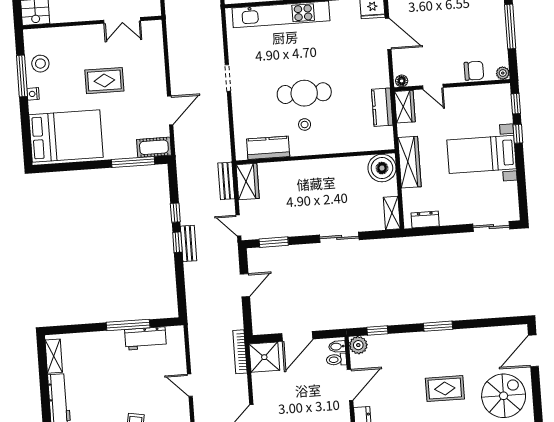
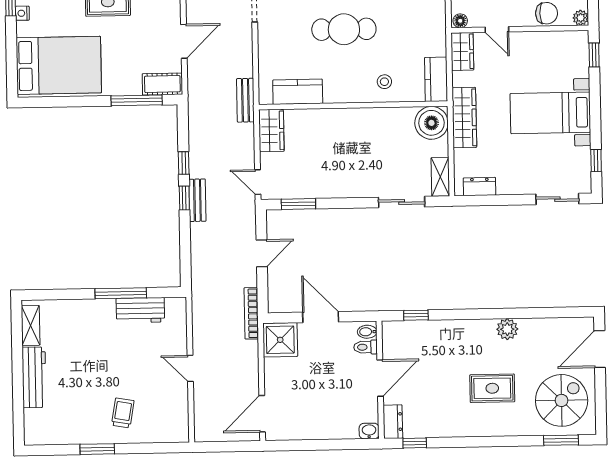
kitchen counter: (382, 107) -> (436, 79), moved
stool: (305, 124) -> (384, 82), moved
window: (518, 134) -> (596, 160), moved
bench: (226, 181) -> (245, 100), moved
sliding door: (339, 237) -> (402, 202), moved
window: (438, 326) -> (488, 314), removed
door: (297, 336) -> (321, 317), swing flipped
plant: (358, 345) -> (507, 329), moved
bookcase: (240, 352) -> (251, 313), moved

